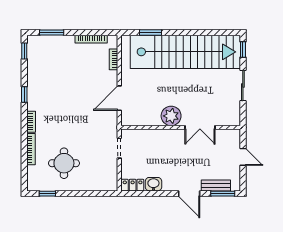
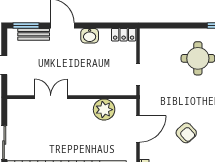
armchair: (75, 94) -> (186, 133), added
plant: (171, 116) -> (104, 110), moved
washbasin: (153, 184) -> (90, 36), moved

